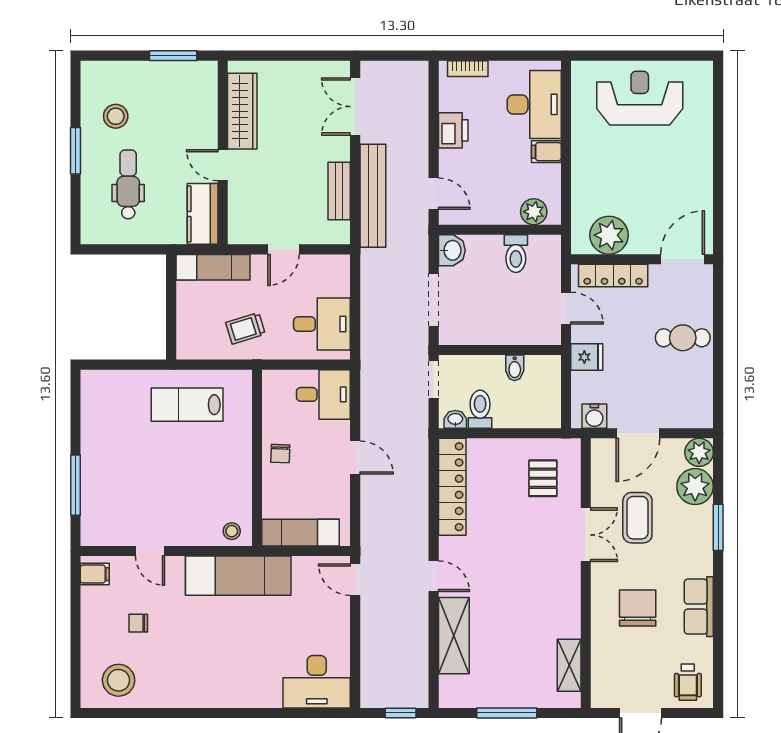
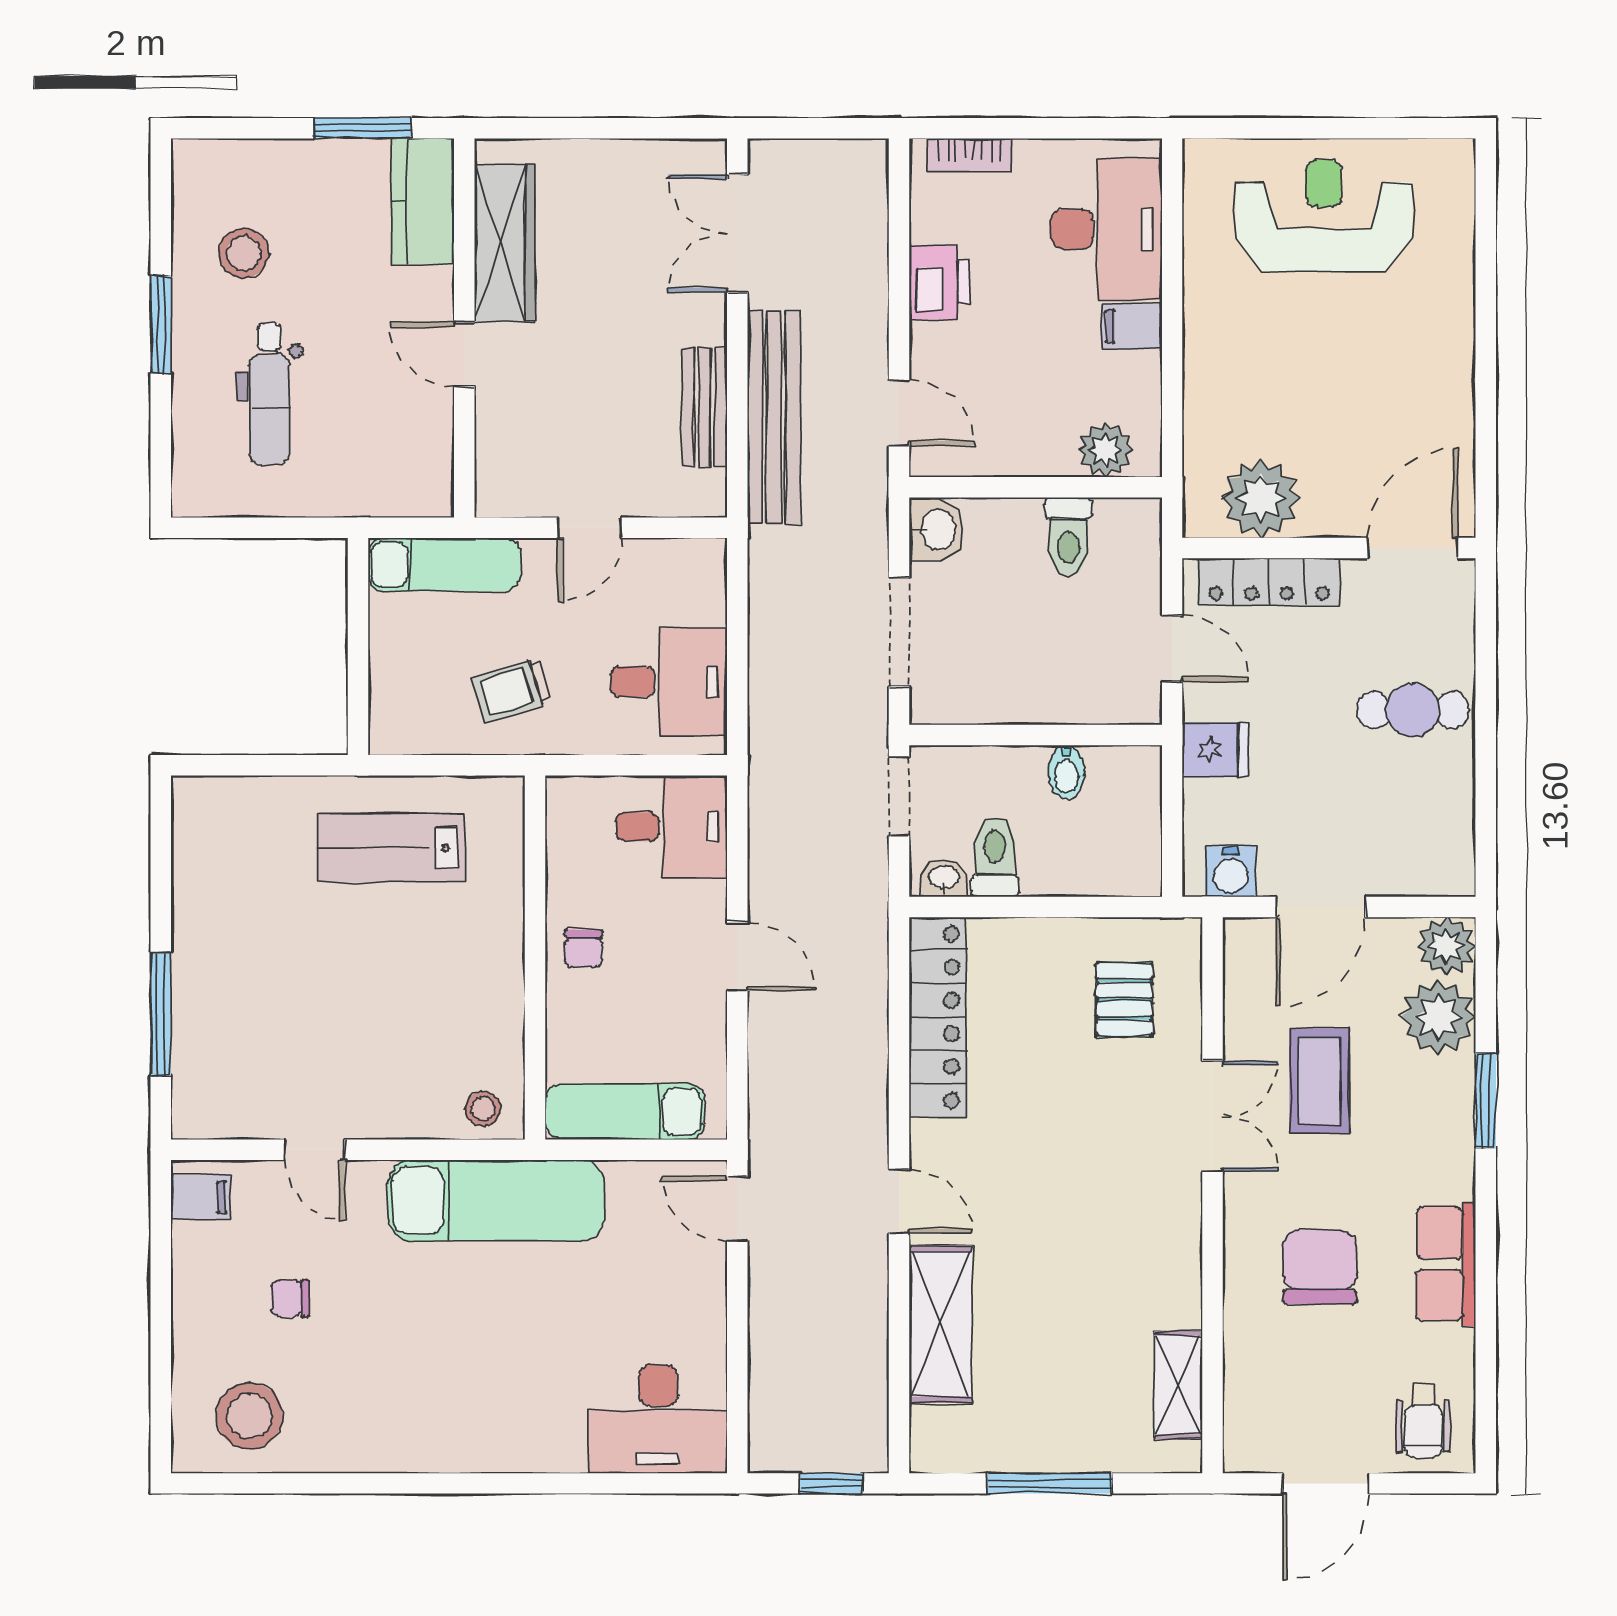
dental chair: (128, 184) -> (269, 394), turned 180
kitchen counter: (203, 214) -> (423, 201), moved

